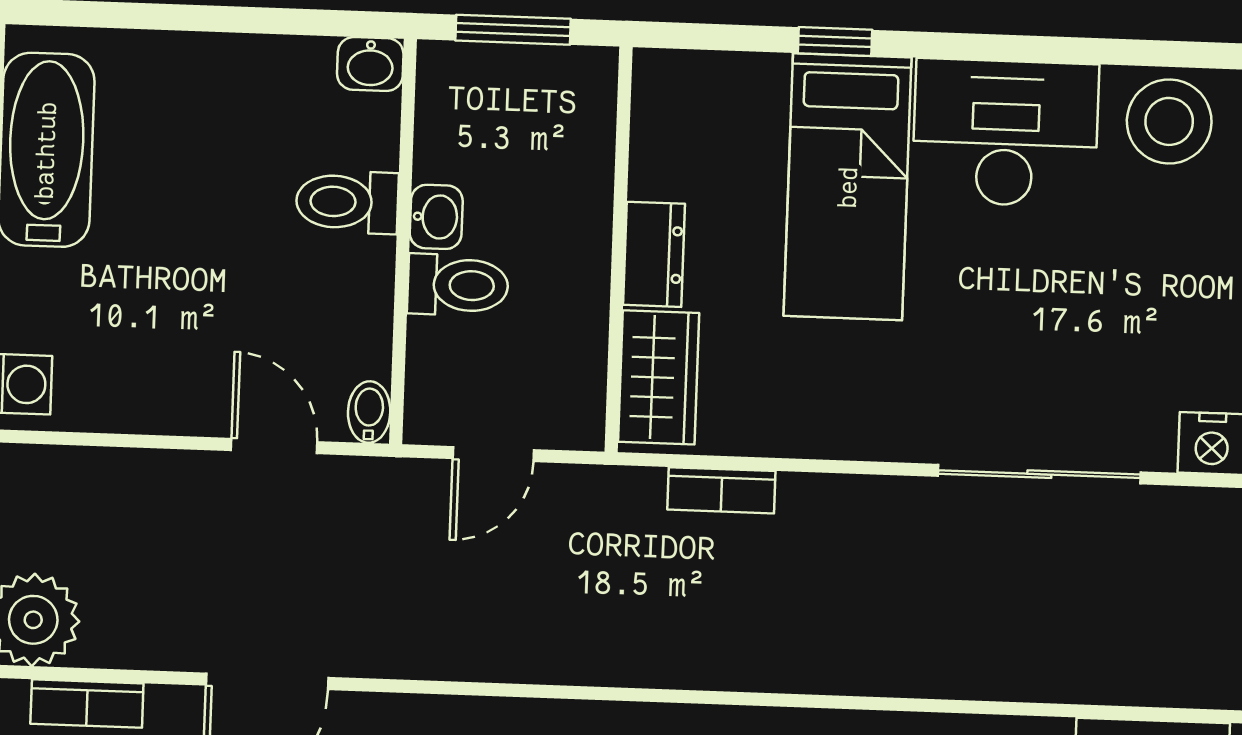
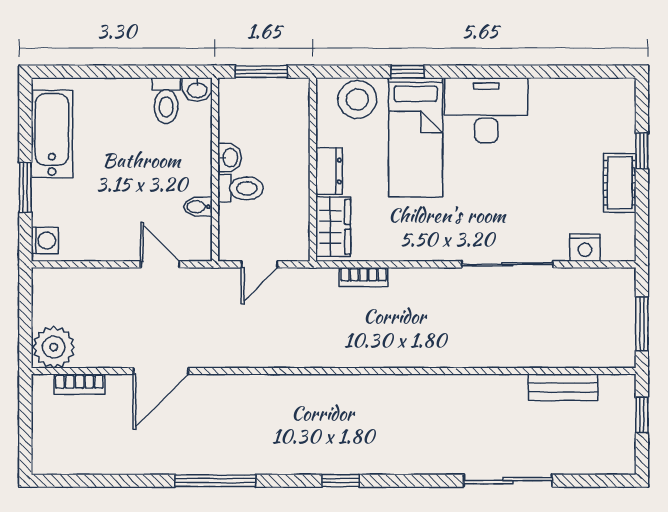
stool: (1169, 121) -> (357, 99), moved
toilet: (347, 202) -> (166, 101), moved, turned -90
bidet: (369, 412) -> (198, 207), moved, turned -90

